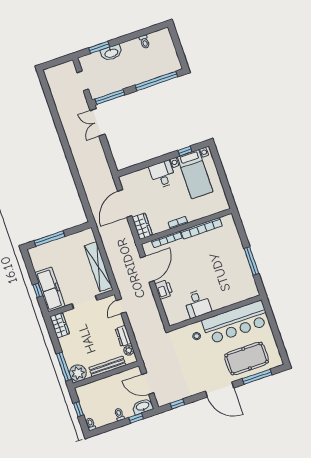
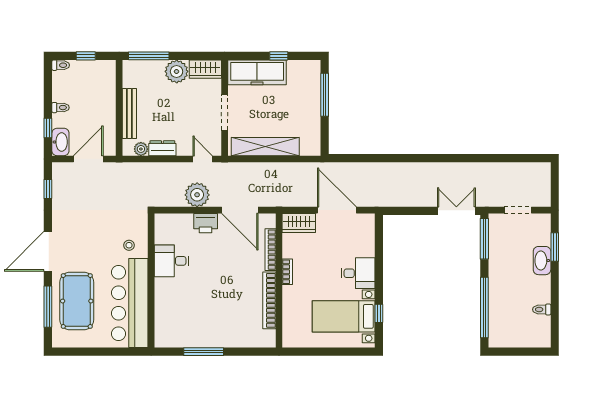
window: (38, 290) -> (279, 56), moved
plant: (147, 302) -> (197, 195), added
plant: (78, 373) -> (177, 71), moved

